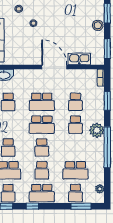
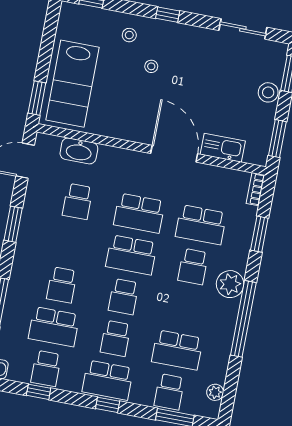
school desk: (75, 102) -> (201, 225), width x1.85
window: (32, 206) -> (108, 405), moved

